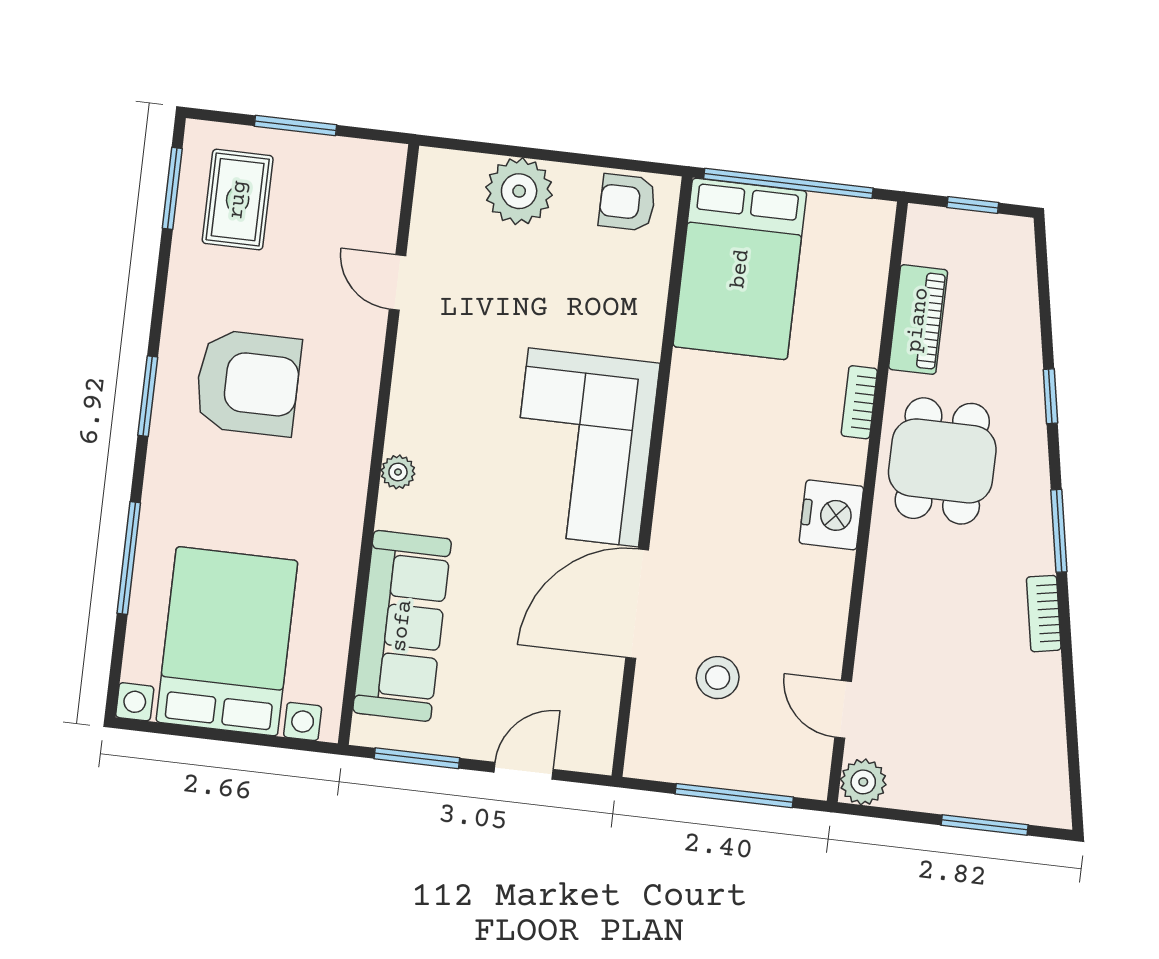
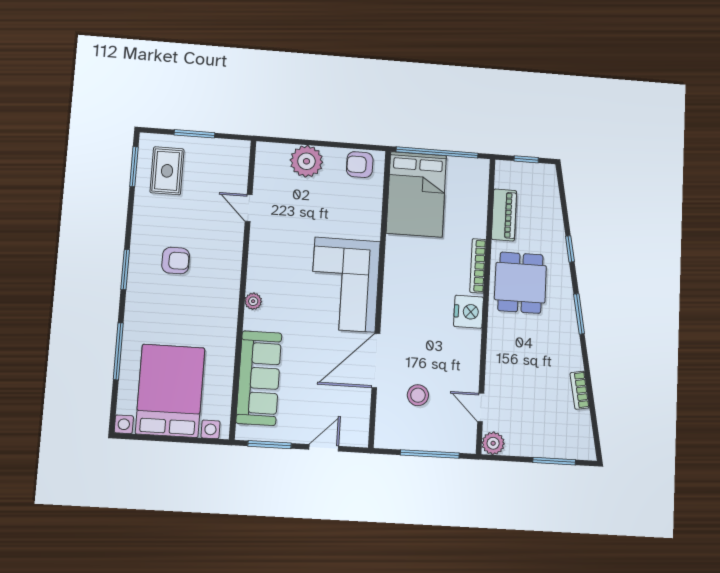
armchair: (248, 383) -> (176, 261), width x0.53, depth x0.53
bookcase: (859, 402) -> (478, 266), width x1.56
bookcase: (1044, 614) -> (580, 390), moved

